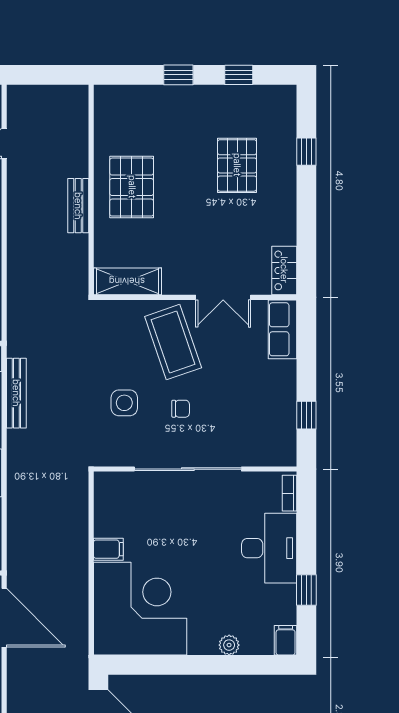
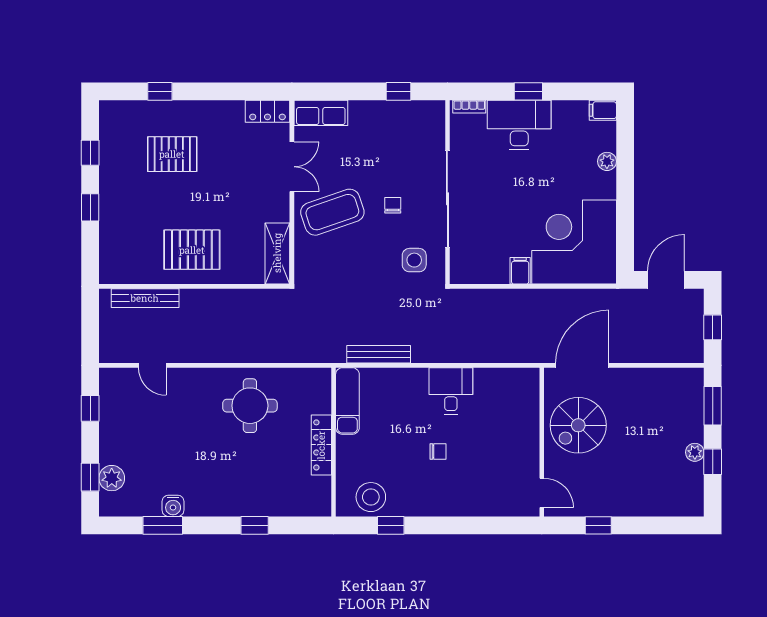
bench: (78, 206) -> (145, 298), moved, width x1.36
side table: (124, 403) -> (414, 260), moved
window: (306, 590) -> (528, 91), moved

